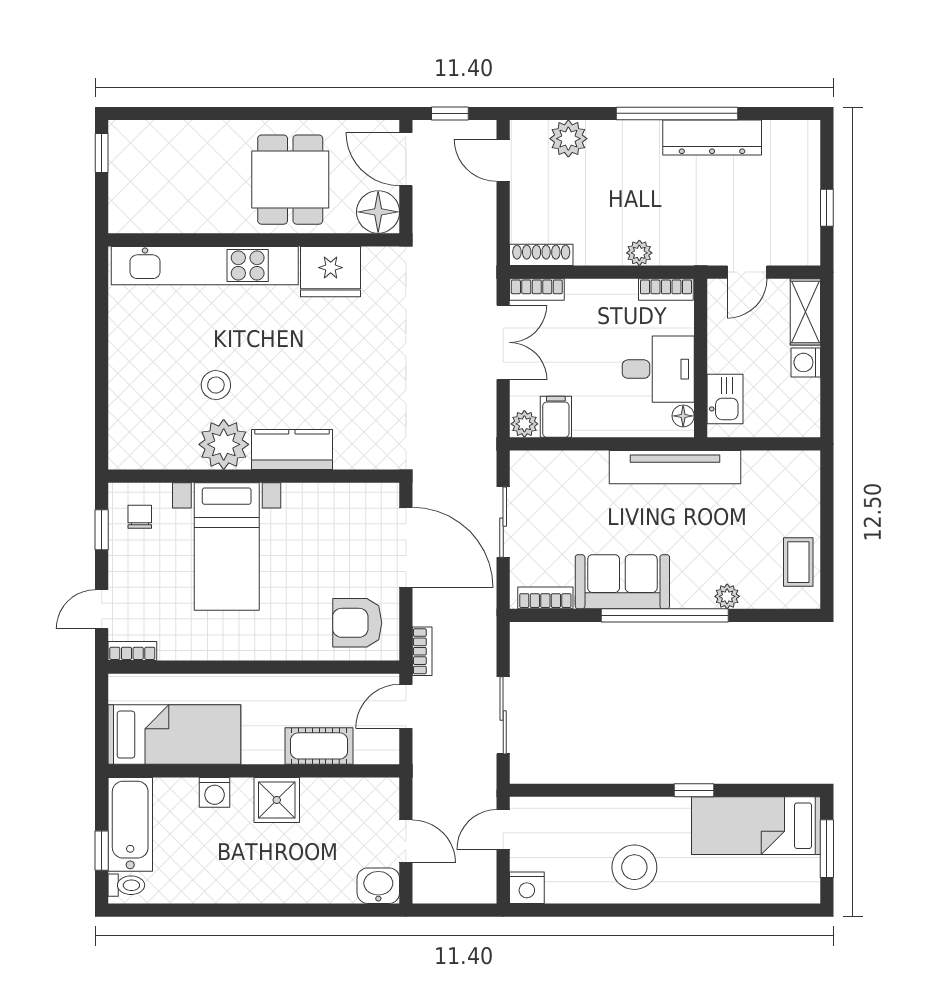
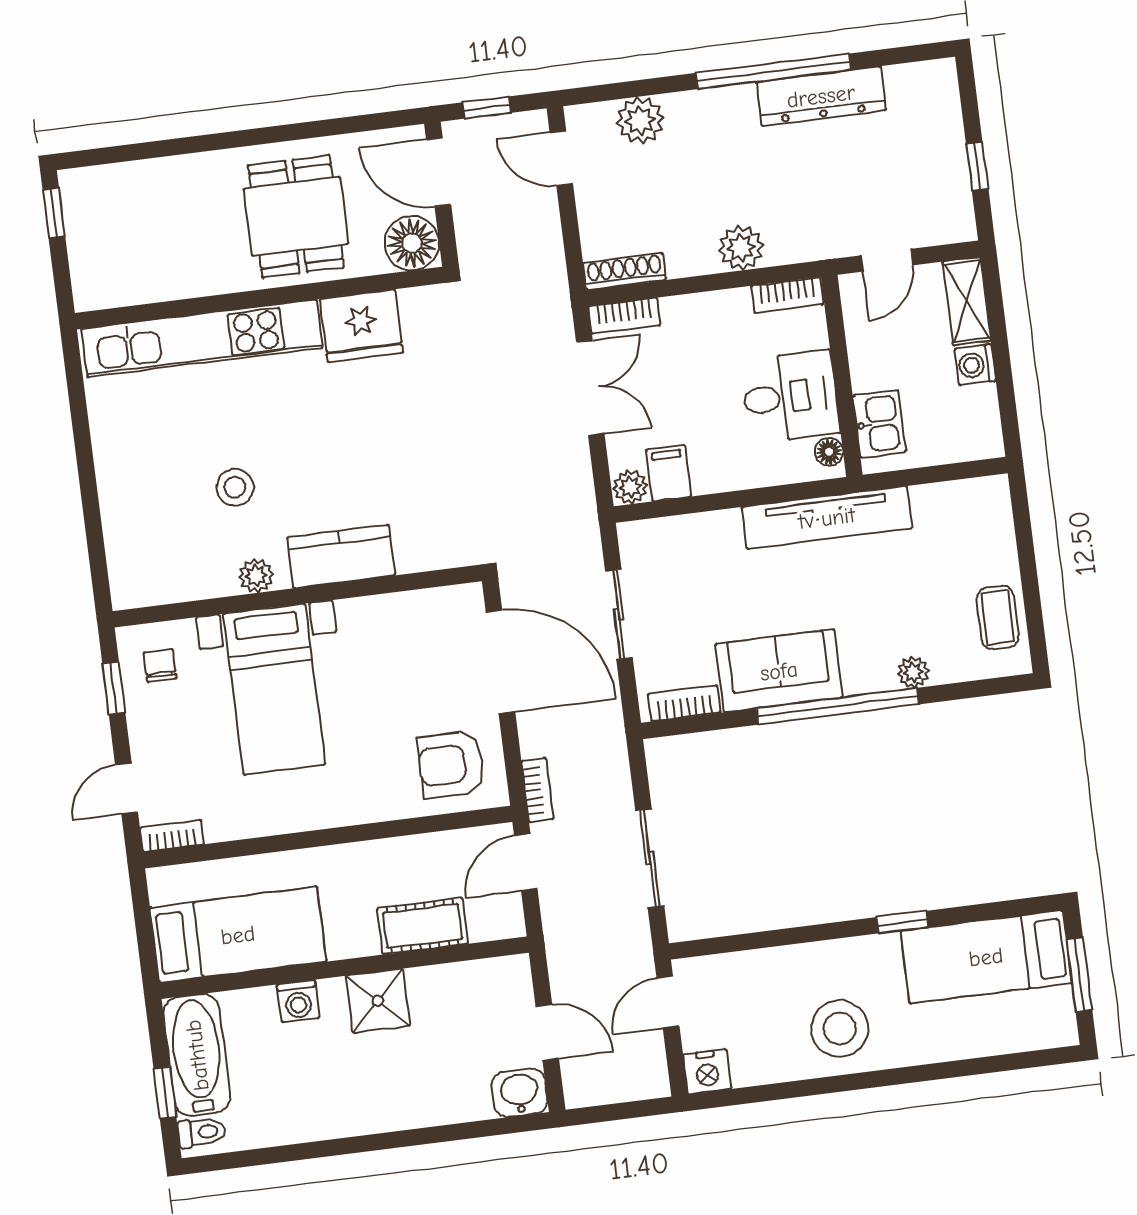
plant: (639, 253) -> (741, 248), width x1.38, depth x1.38
plant: (224, 444) -> (256, 576), width x0.53, depth x0.53

